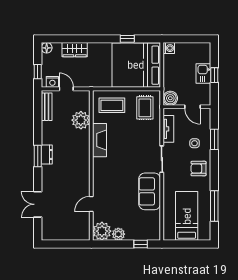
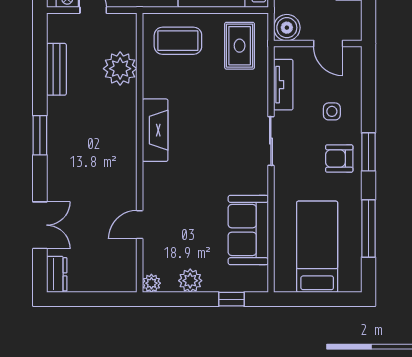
bench: (47, 107) -> (56, 69), moved
window: (214, 139) -> (368, 152), moved
fireplace: (100, 140) -> (155, 130), moved
dresser: (47, 154) -> (57, 274), moved
sofa: (150, 191) -> (248, 230), moved
double door: (38, 204) -> (40, 225), swing flipped
plant: (102, 231) -> (151, 283), width x0.53, depth x0.53

